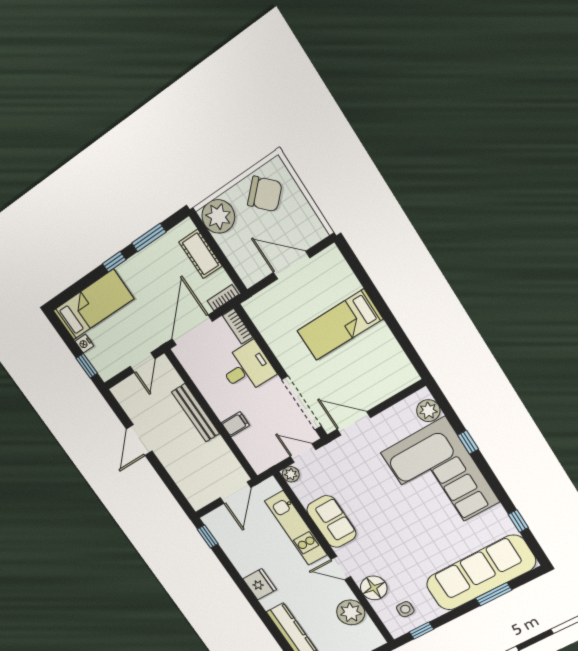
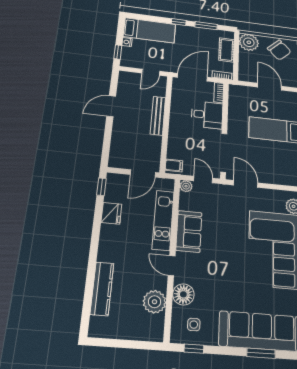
filing cabinet: (235, 424) -> (174, 165), moved
fridge: (260, 584) -> (111, 213), moved

